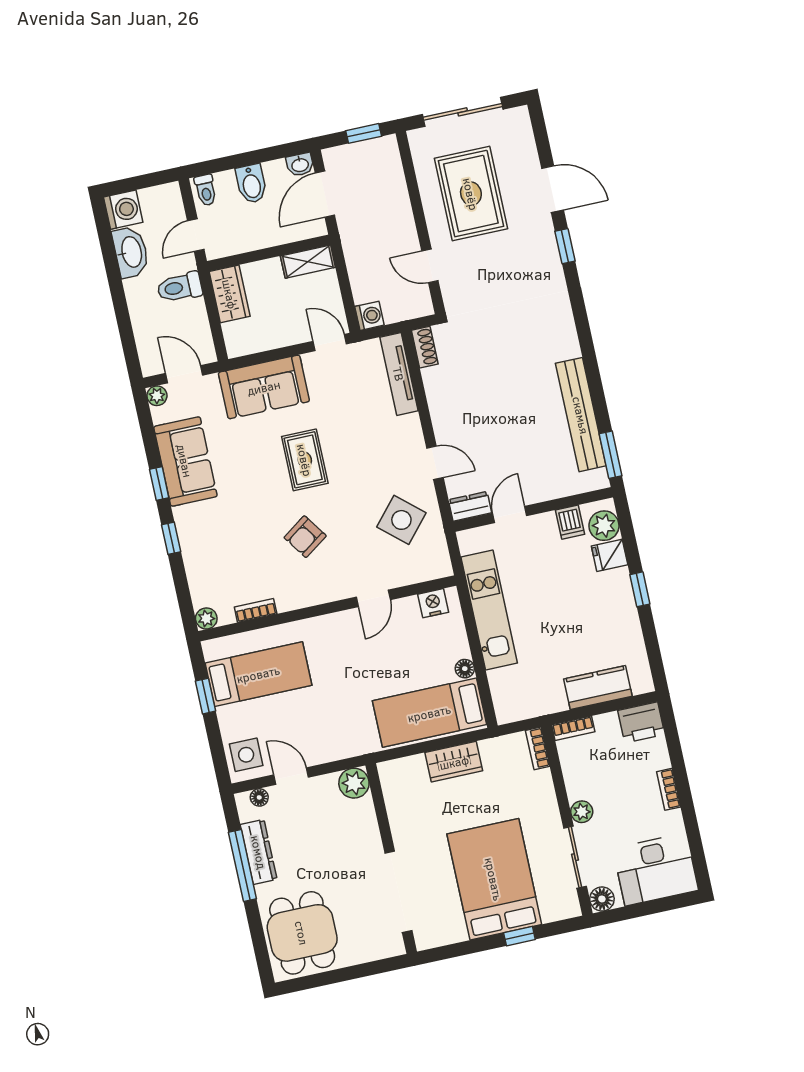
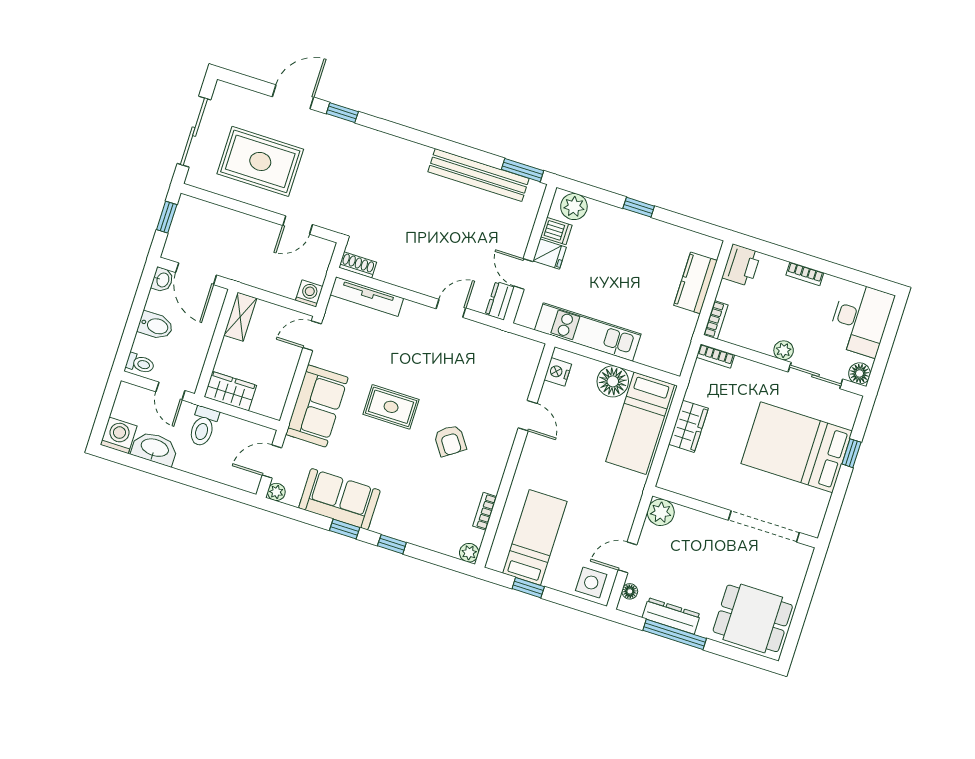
side table: (401, 520) -> (480, 359), removed
fridge: (610, 555) -> (550, 254), moved, turned -90
floor lamp: (465, 669) -> (613, 381), width x1.89, depth x1.89

